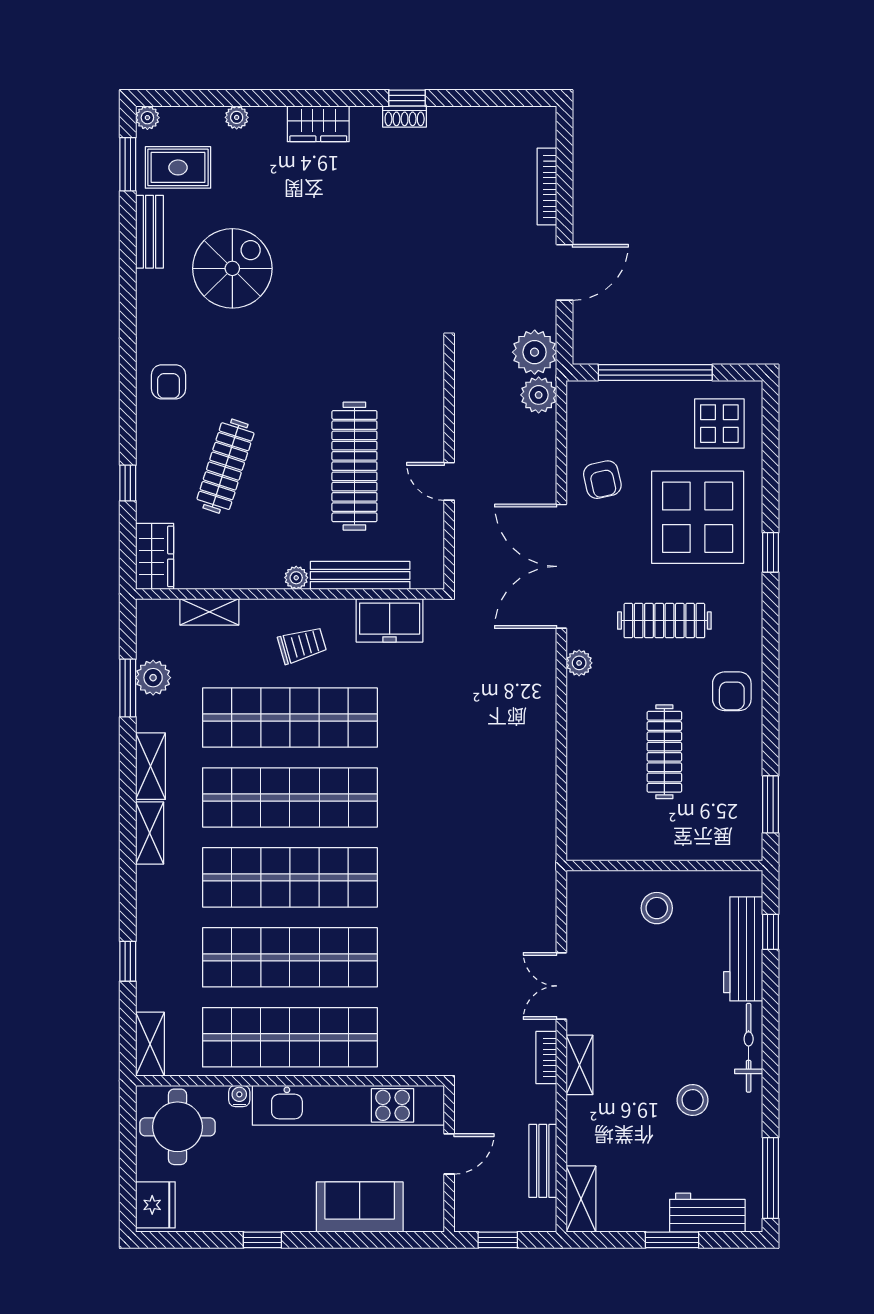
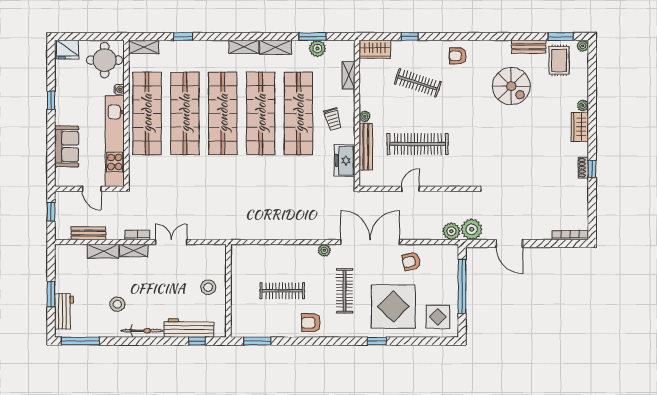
plant: (237, 117) -> (583, 105), moved
bookcase: (547, 186) -> (570, 235), moved
shelving: (581, 1199) -> (103, 251), moved

